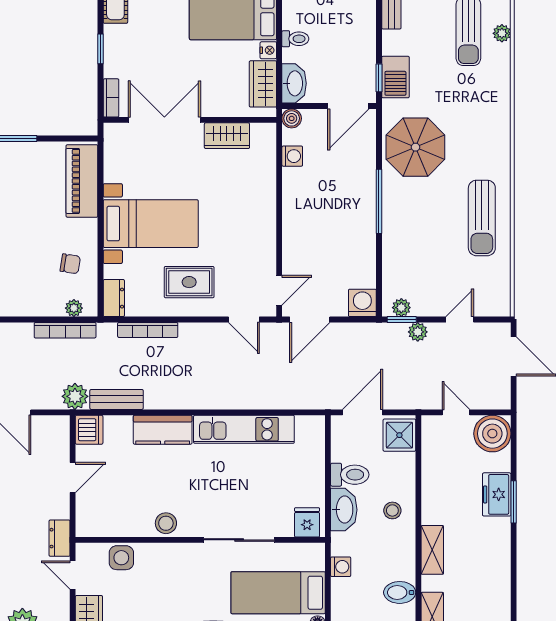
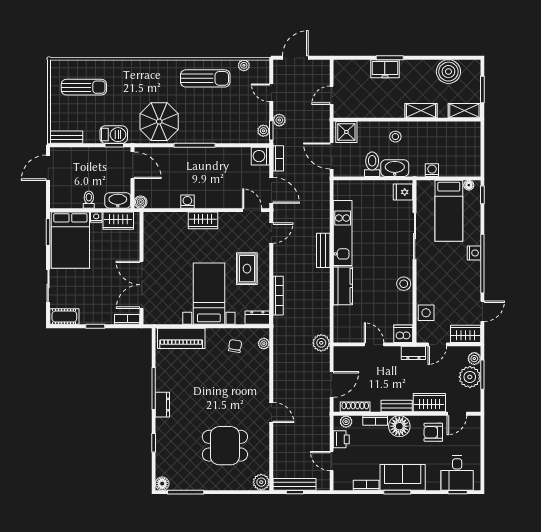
plant: (502, 33) -> (244, 65), moved
wardrobe: (227, 136) -> (203, 220), moved, turned 90
washing machine: (292, 156) -> (187, 202), moved
bookcase: (65, 330) -> (278, 158), moved, width x0.64
bench: (117, 399) -> (323, 250), moved
dishwasher: (89, 430) -> (403, 334), moved
boiler: (492, 434) -> (448, 72), moved
bidet: (400, 592) -> (449, 132), removed

